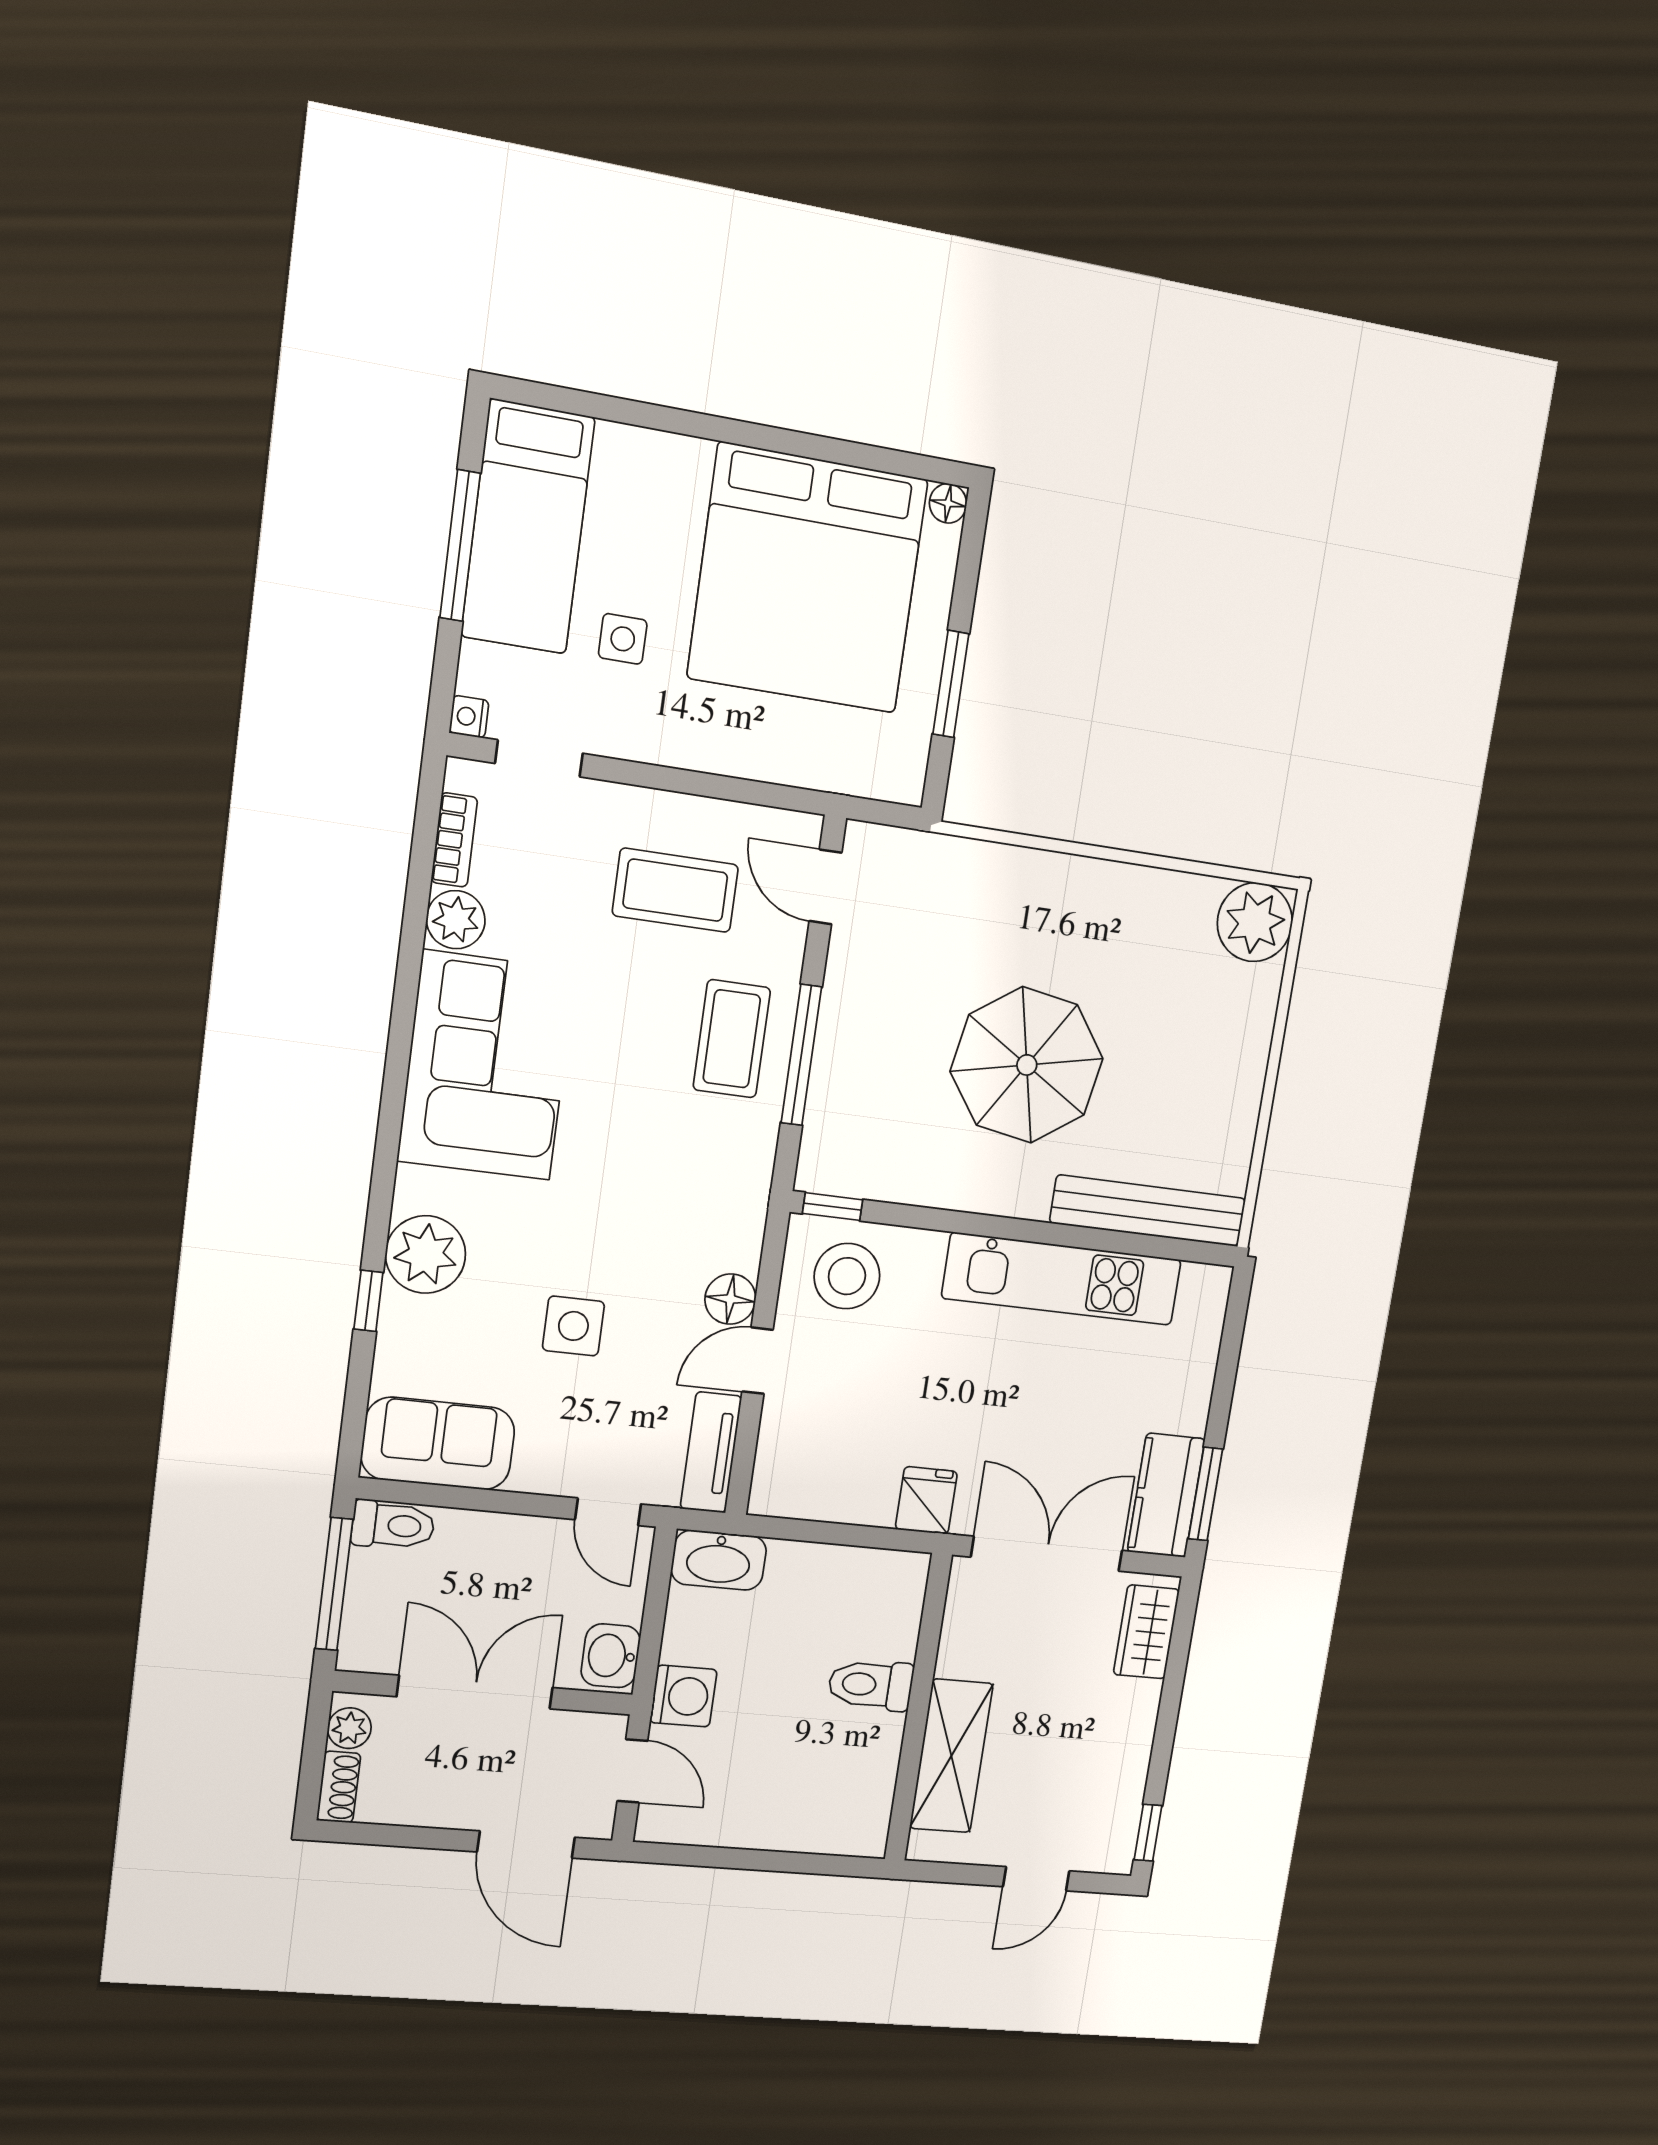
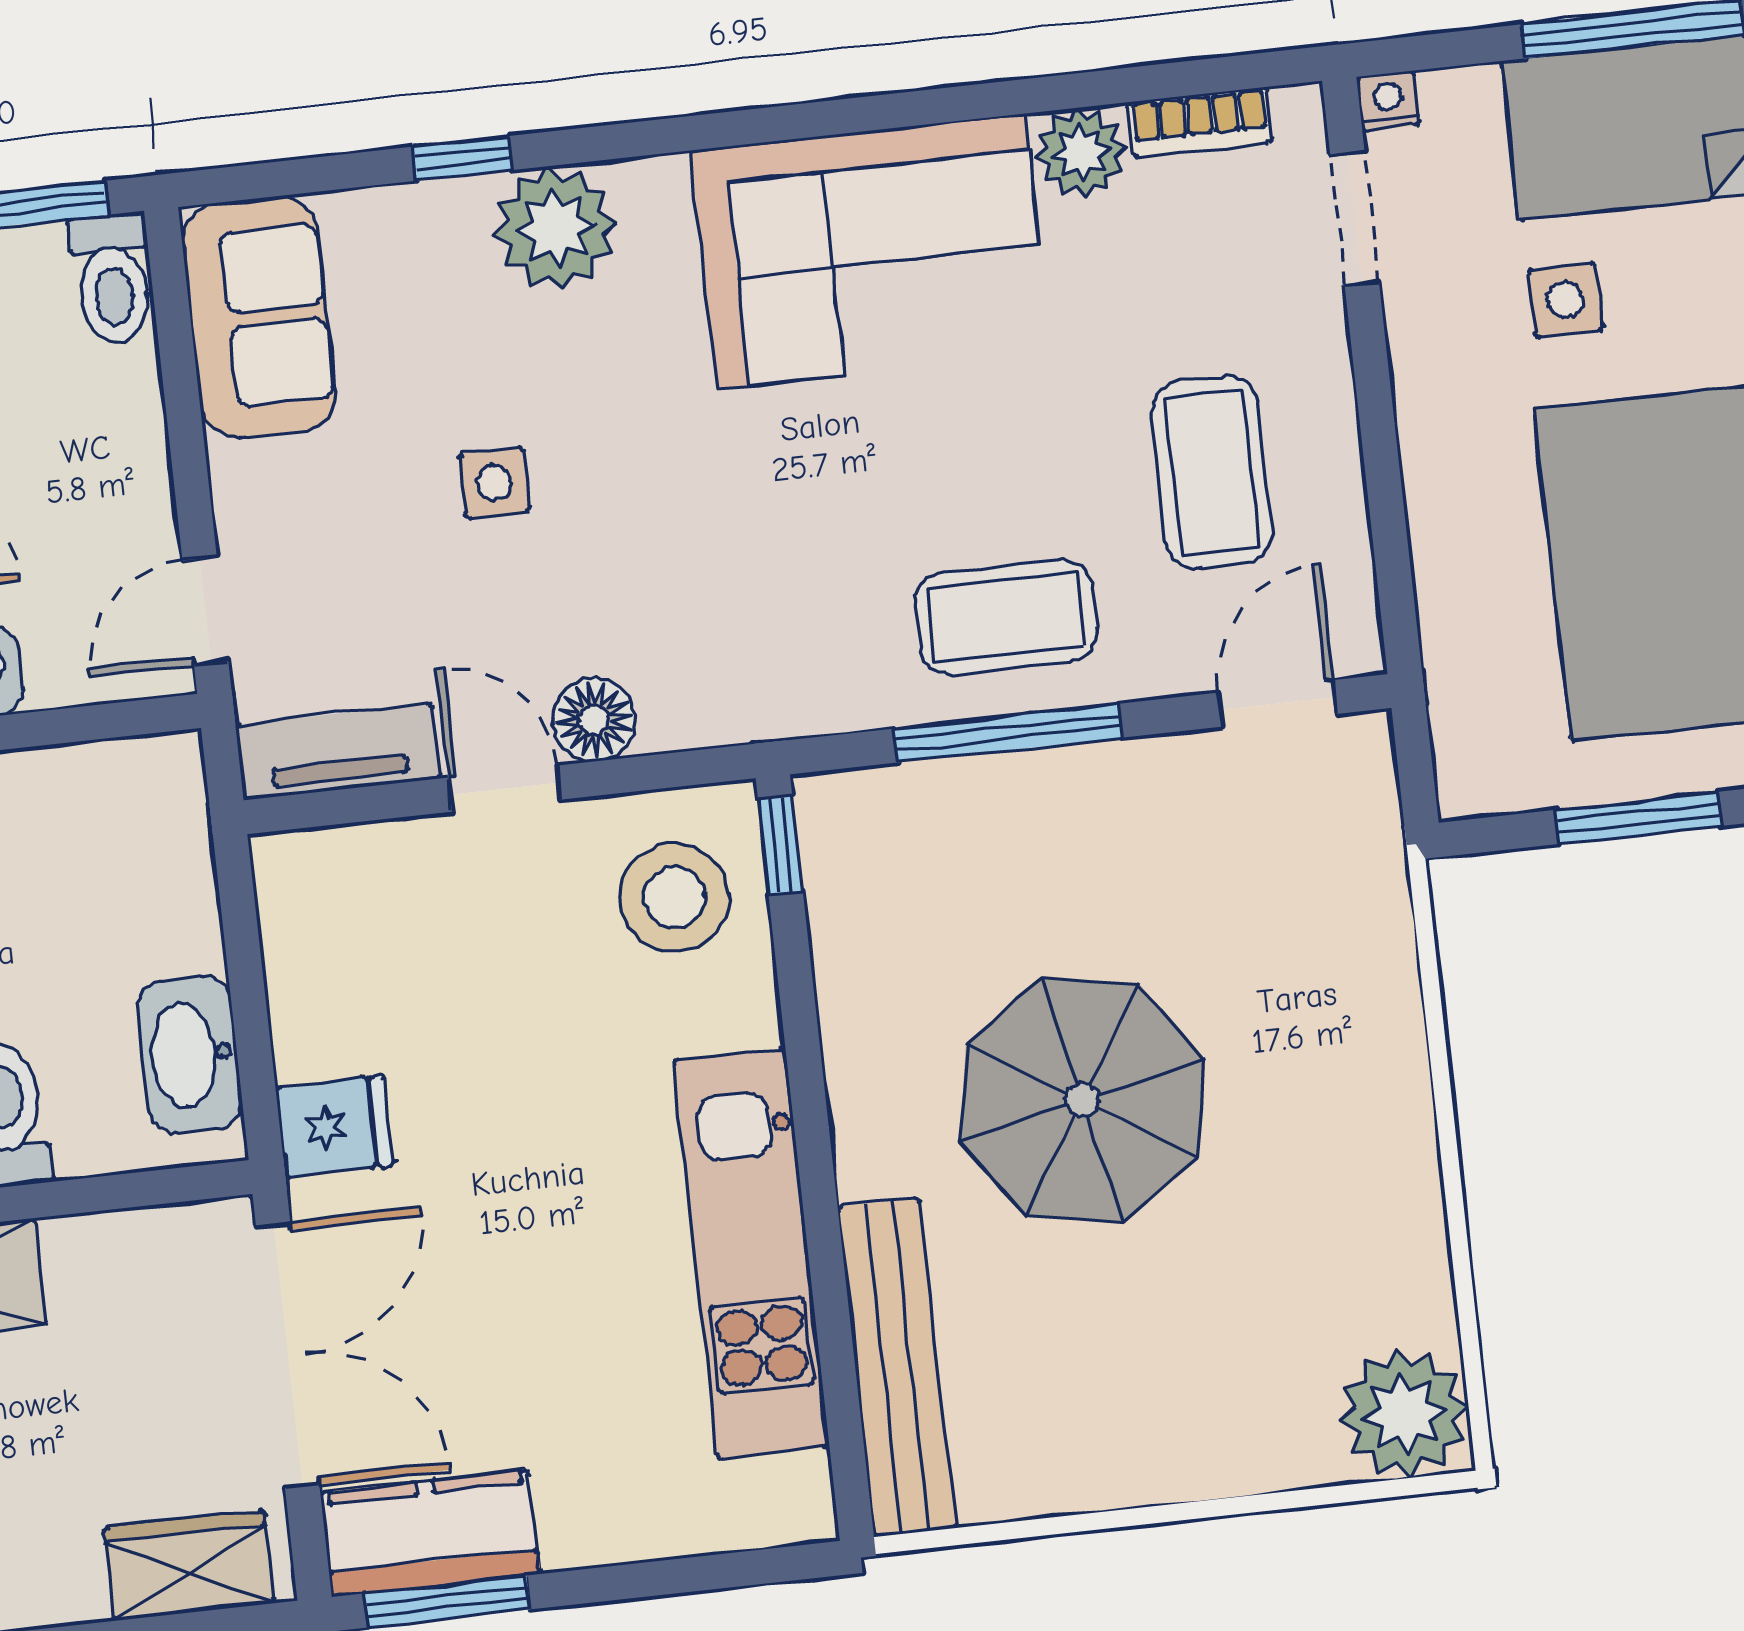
side table: (573, 1326) -> (494, 483), width x0.73, depth x0.73
washbasin: (719, 1560) -> (190, 1055), moved

